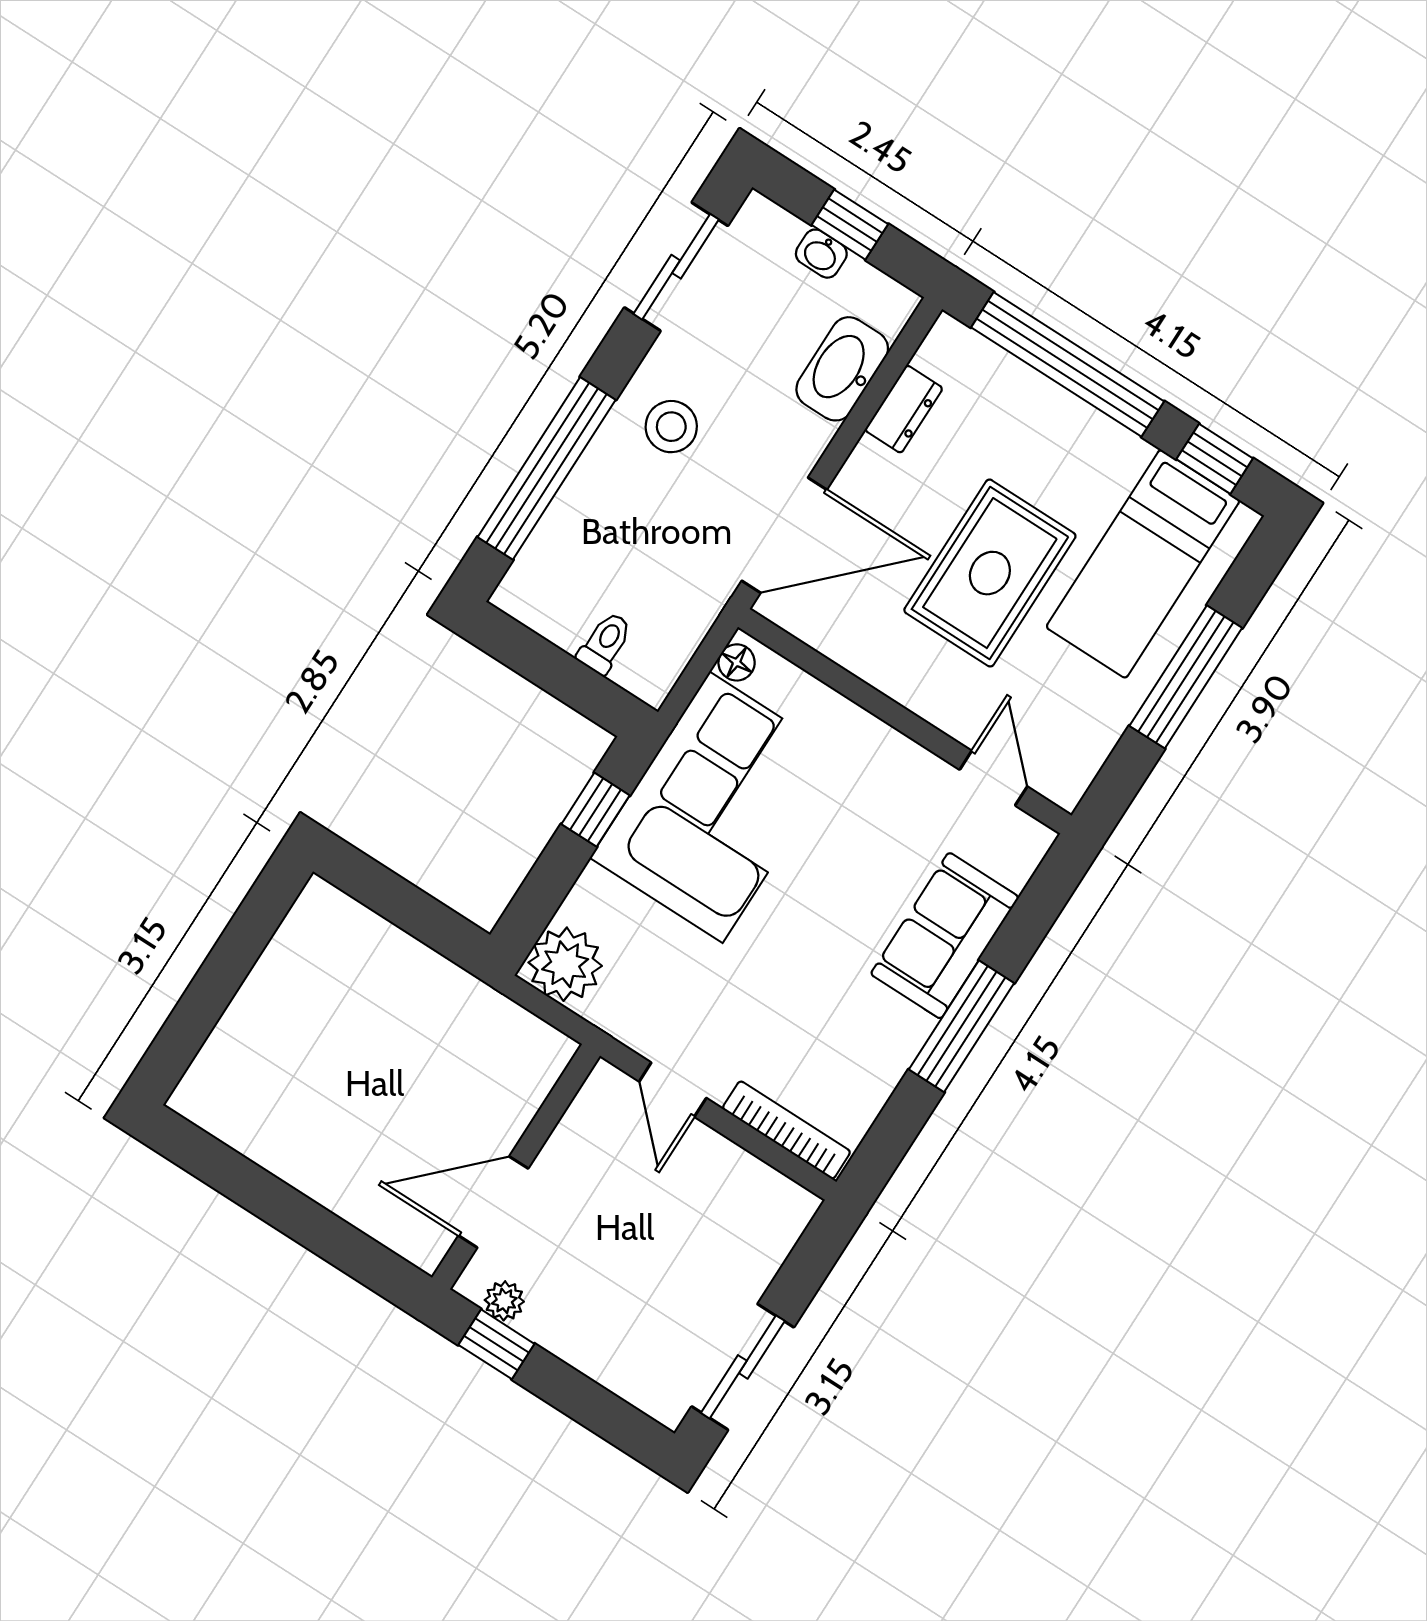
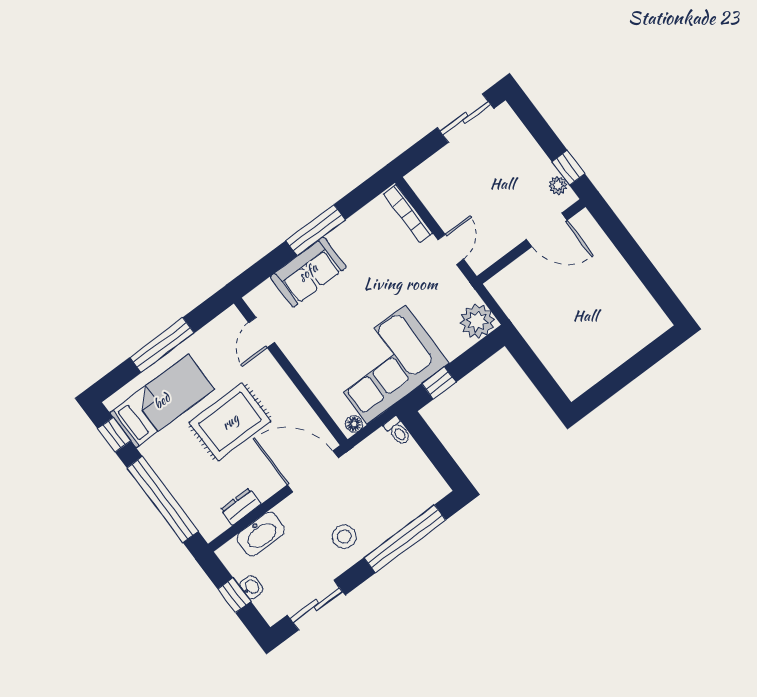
toilet: (605, 643) -> (398, 431), moved, turned -90

